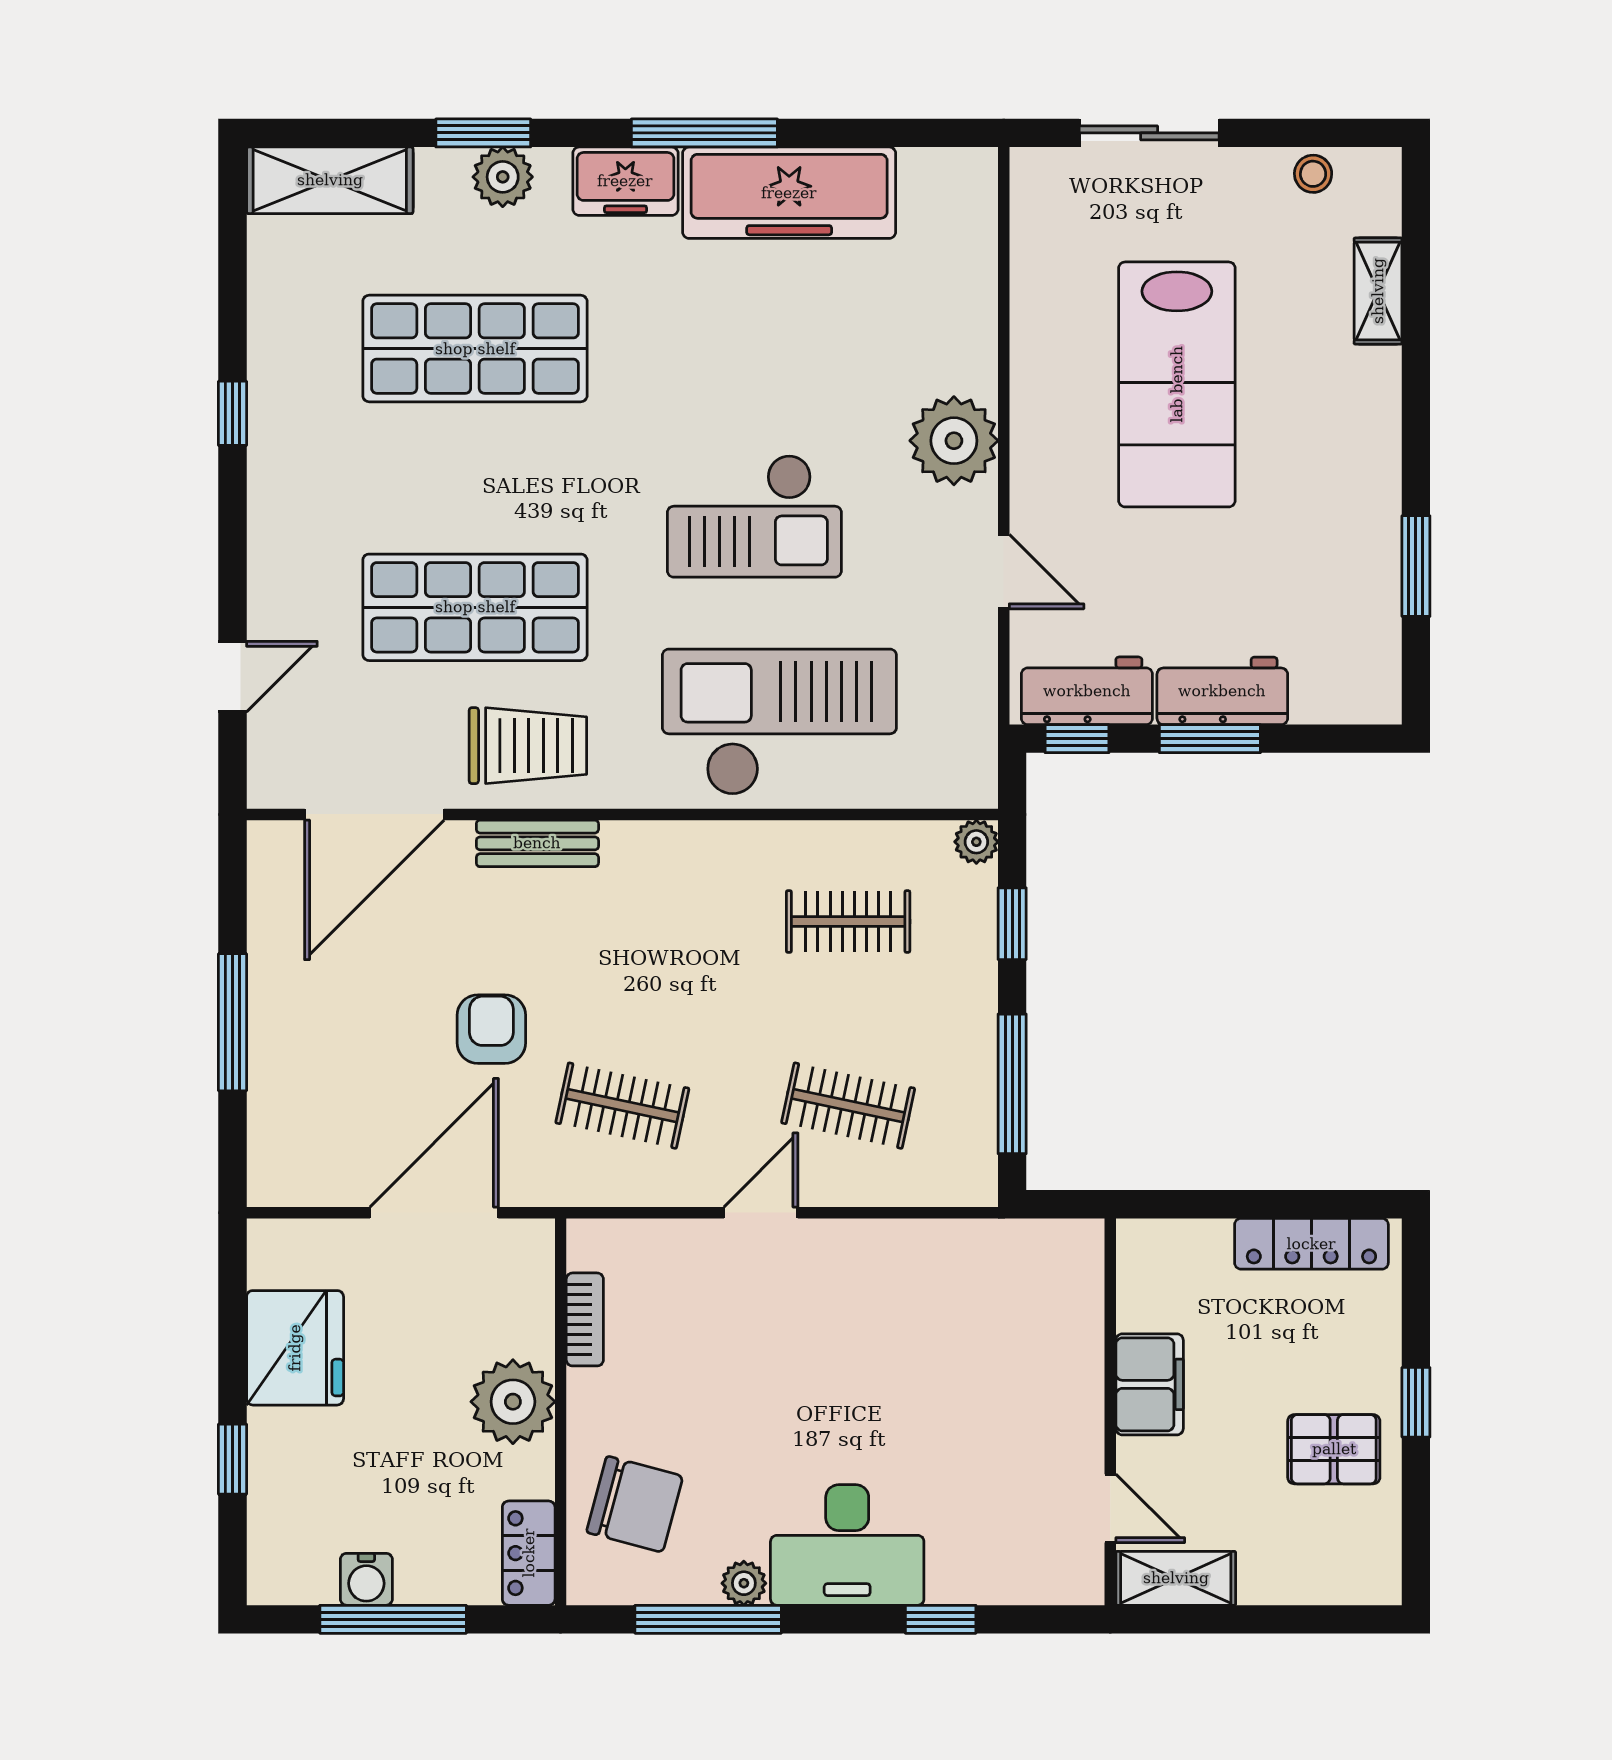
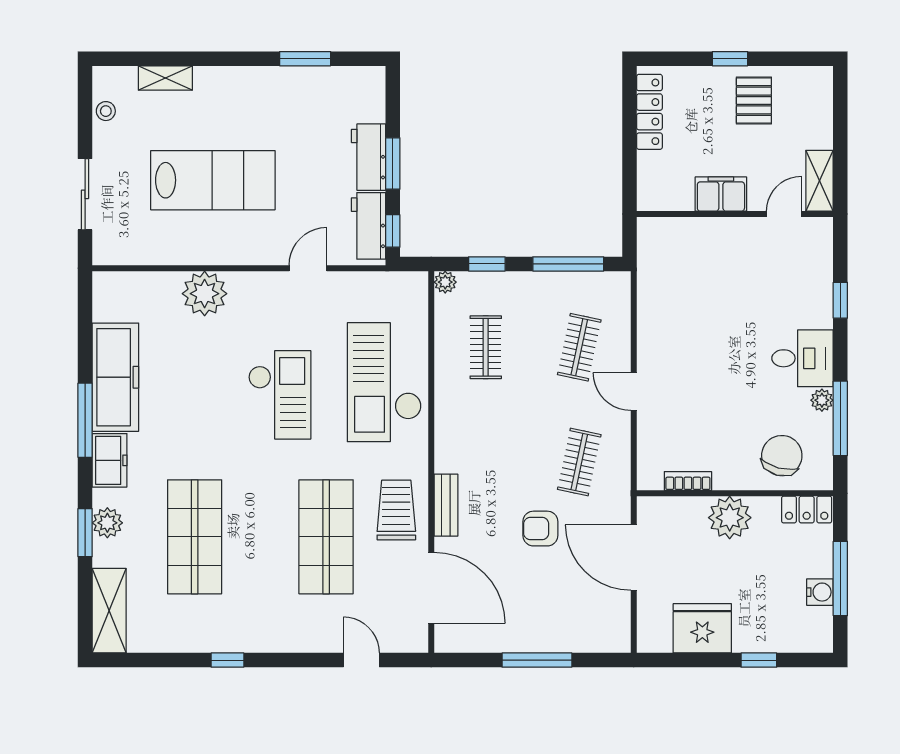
plant: (954, 441) -> (205, 294), moved
desk: (847, 1545) -> (802, 358), width x0.73

